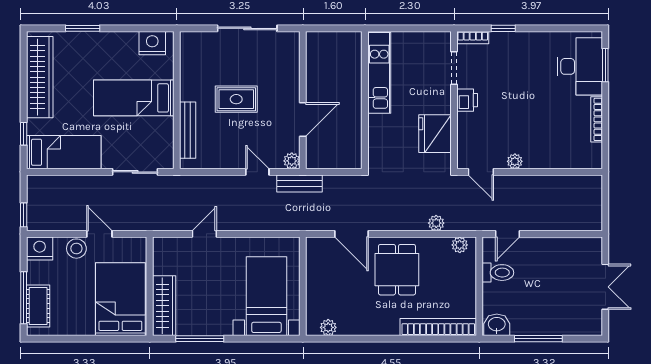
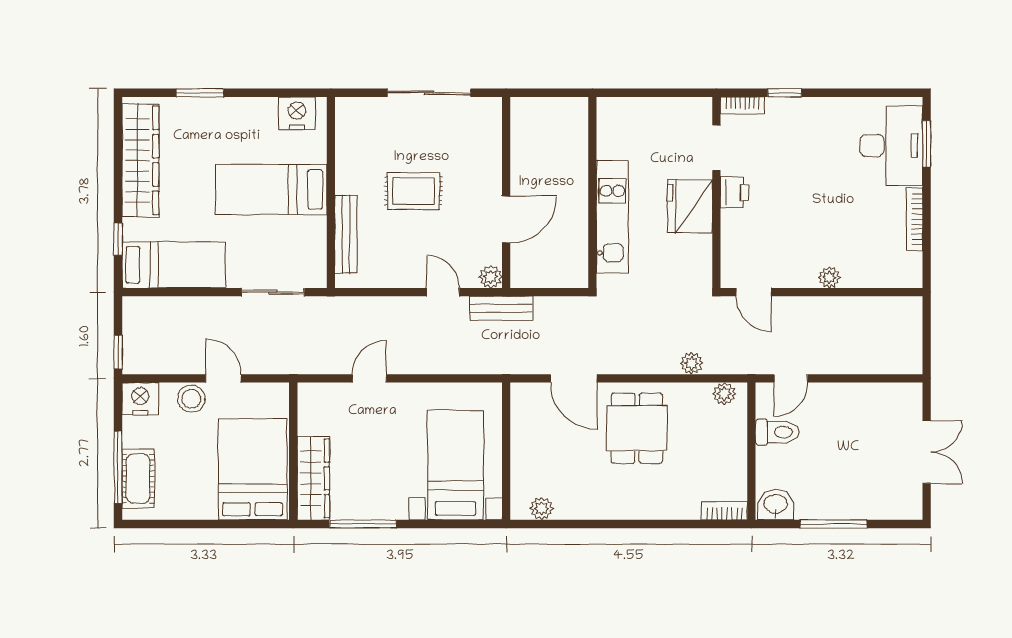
kitchen unit: (379, 73) -> (612, 217), moved
fridge: (435, 134) -> (690, 206), moved
plant: (515, 161) -> (829, 278), moved
bookcase: (438, 327) -> (724, 511), width x0.43, depth x0.76

